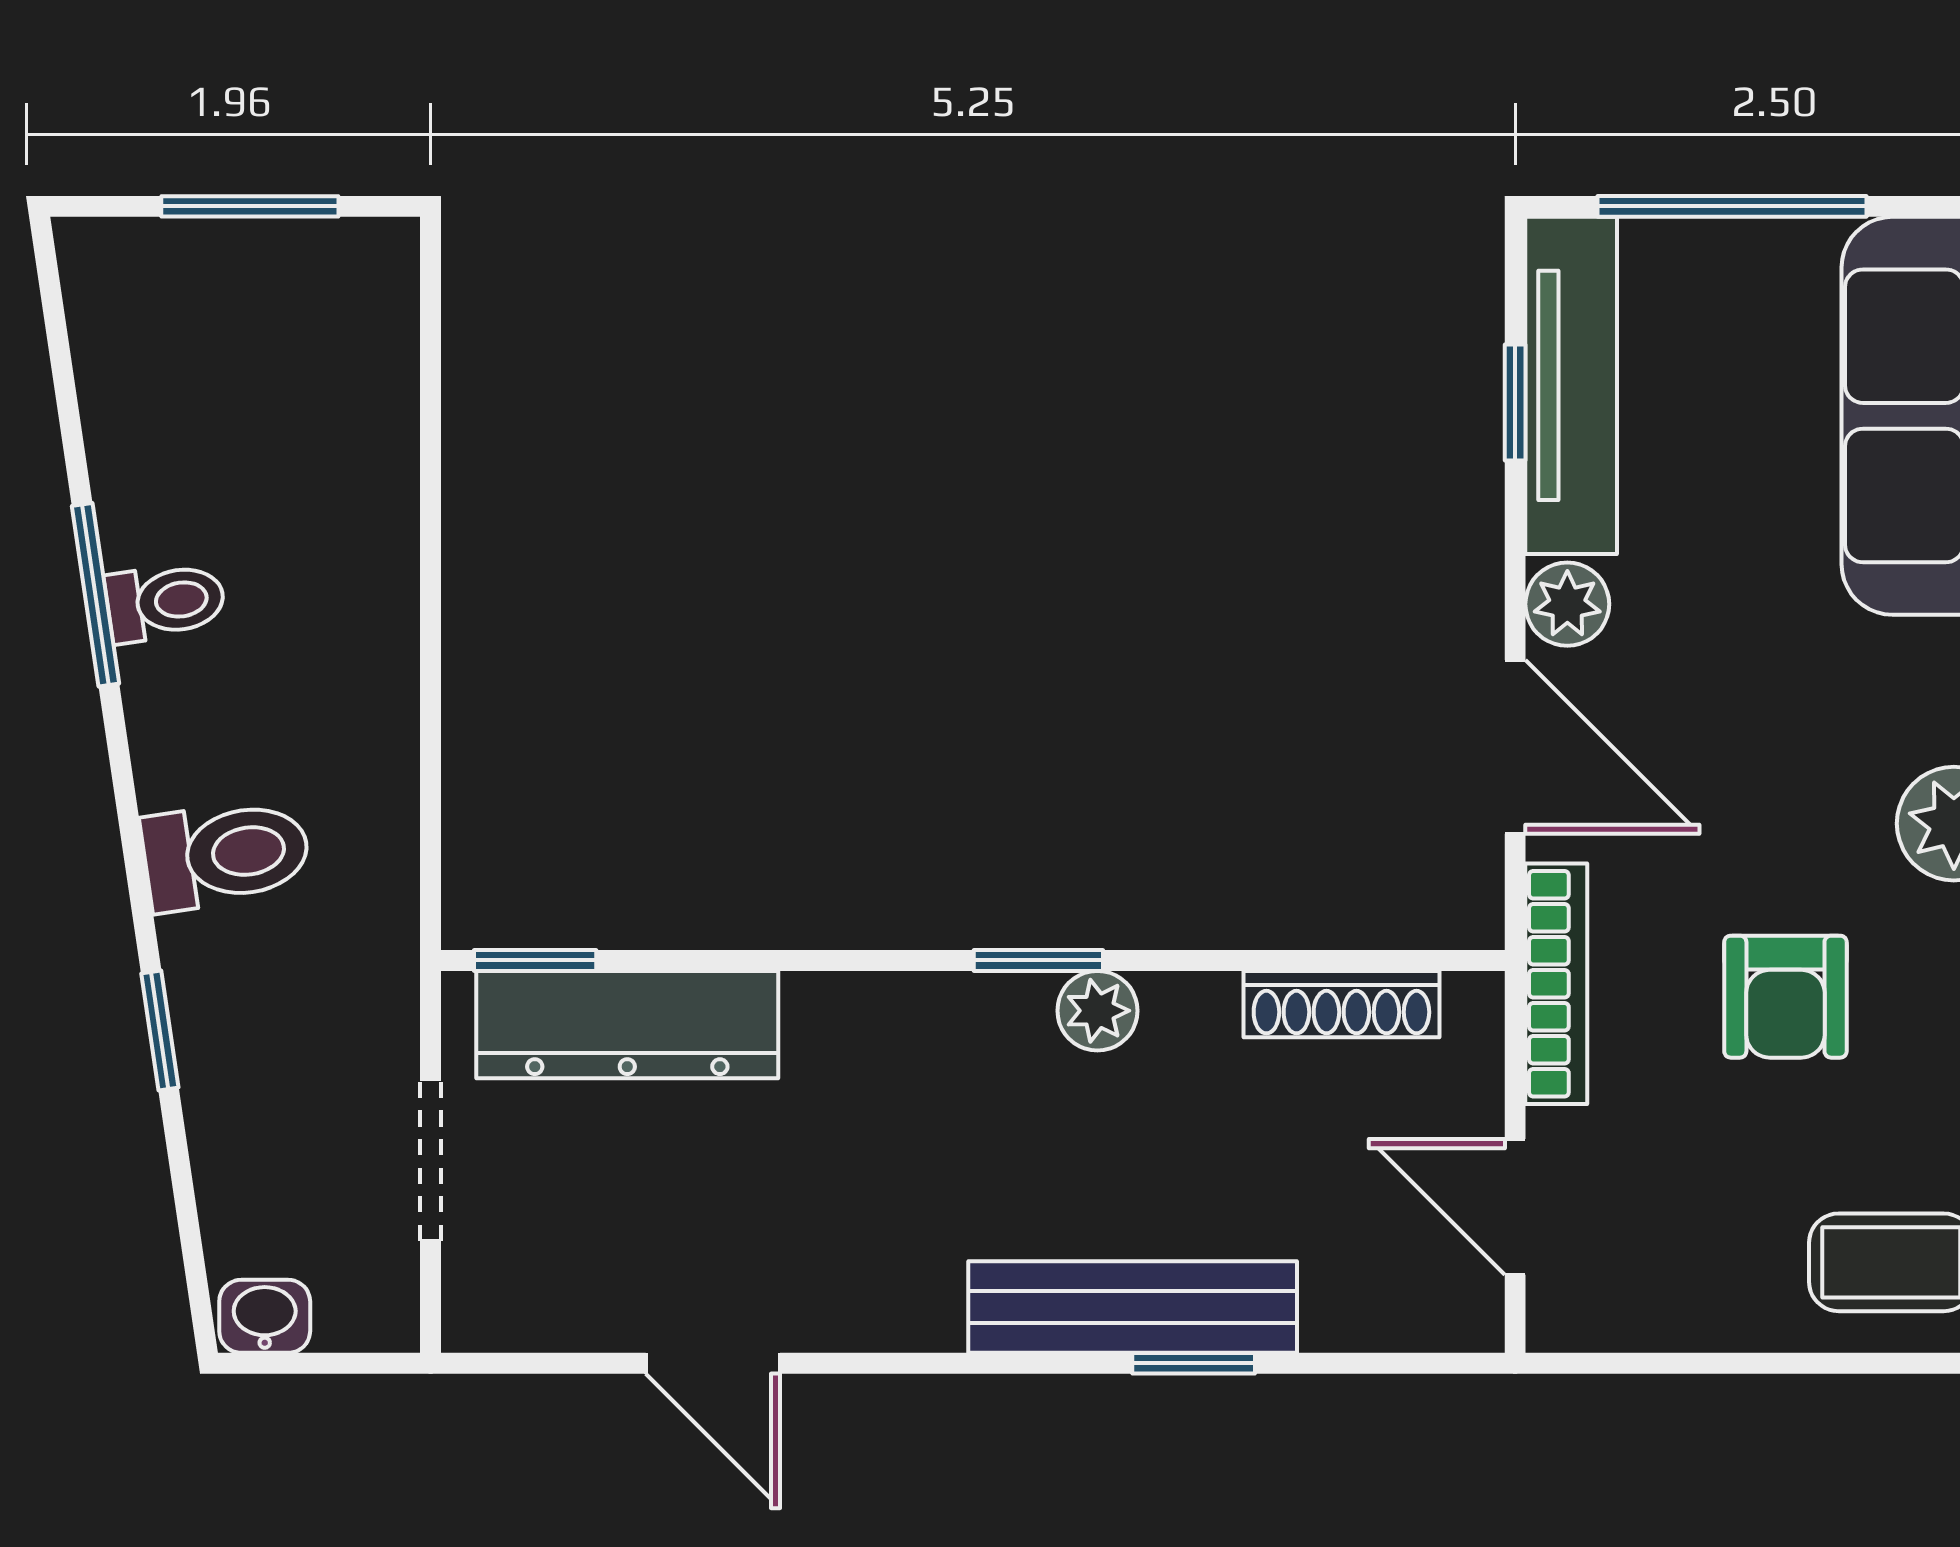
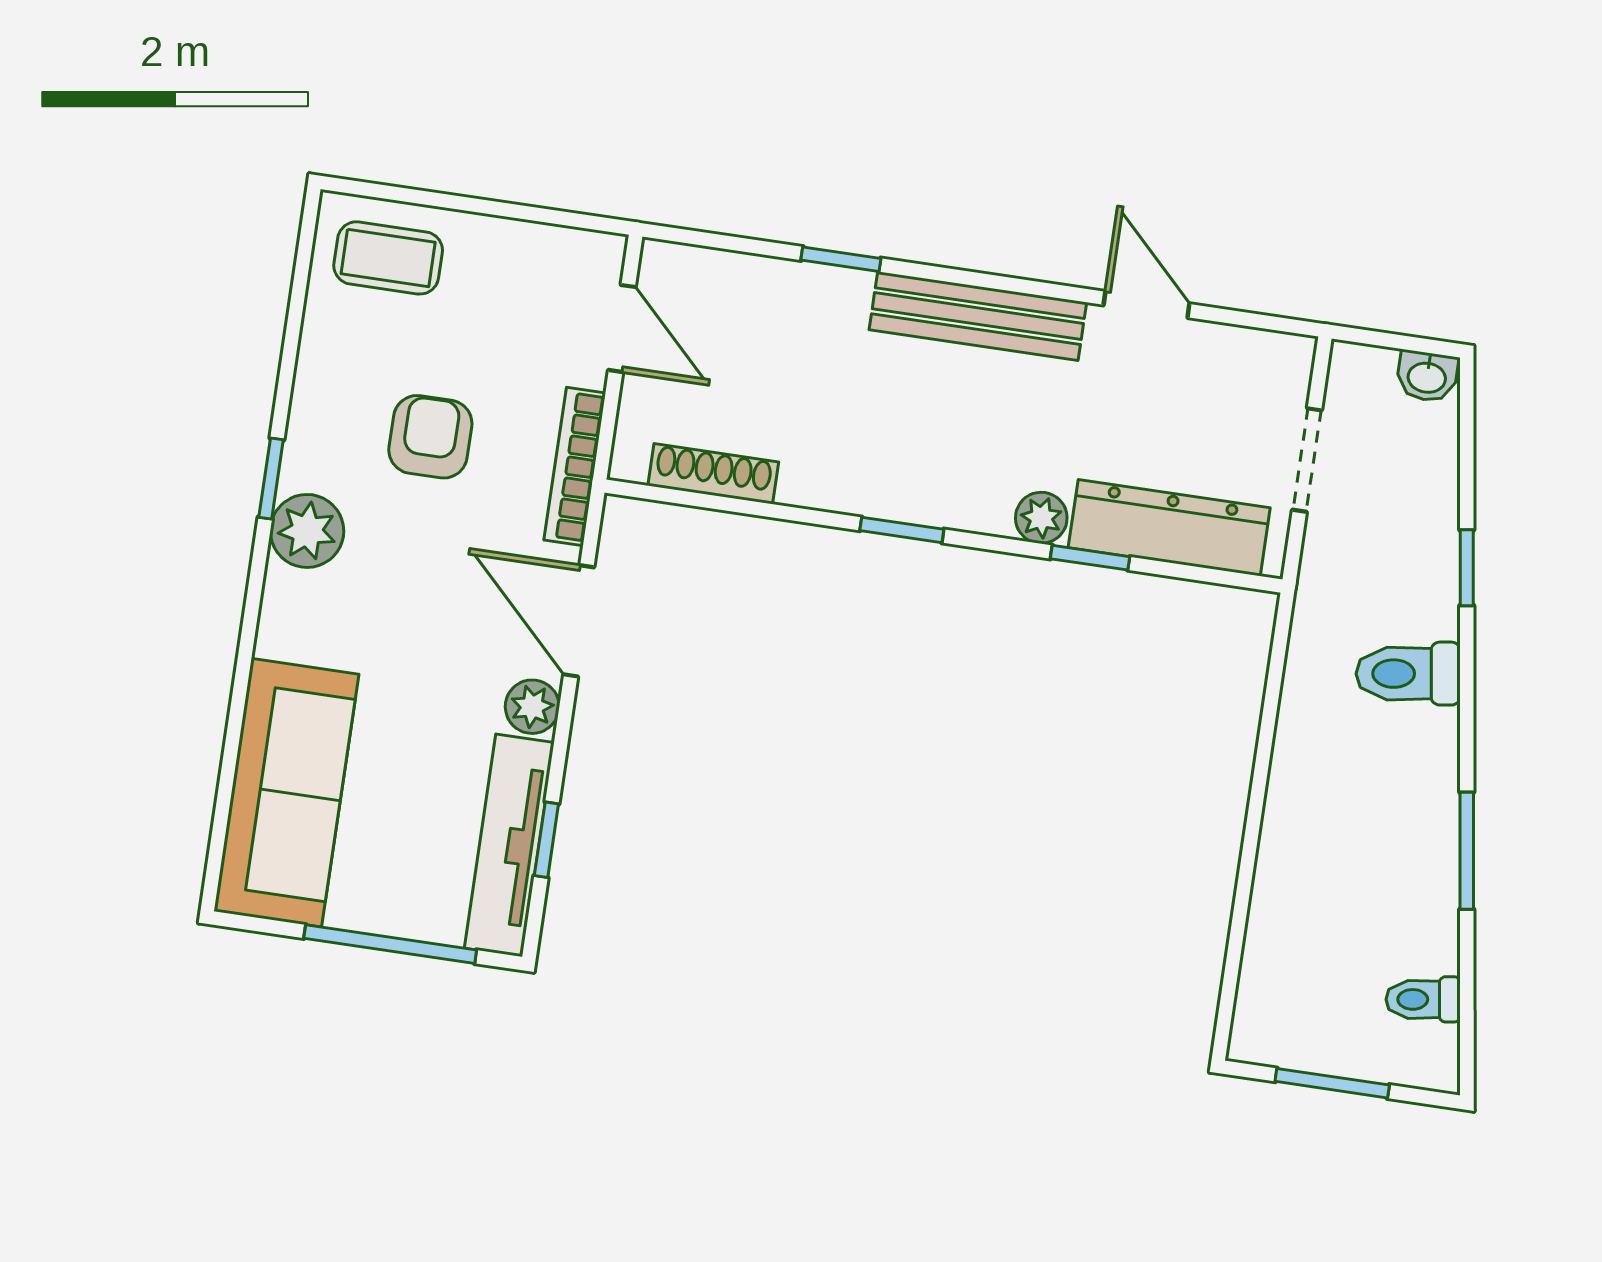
toilet: (165, 602) -> (1423, 999), moved
window: (535, 960) -> (1090, 558), moved
plant: (1097, 1011) -> (1041, 518), moved
bench: (1133, 1307) -> (978, 316), moved

